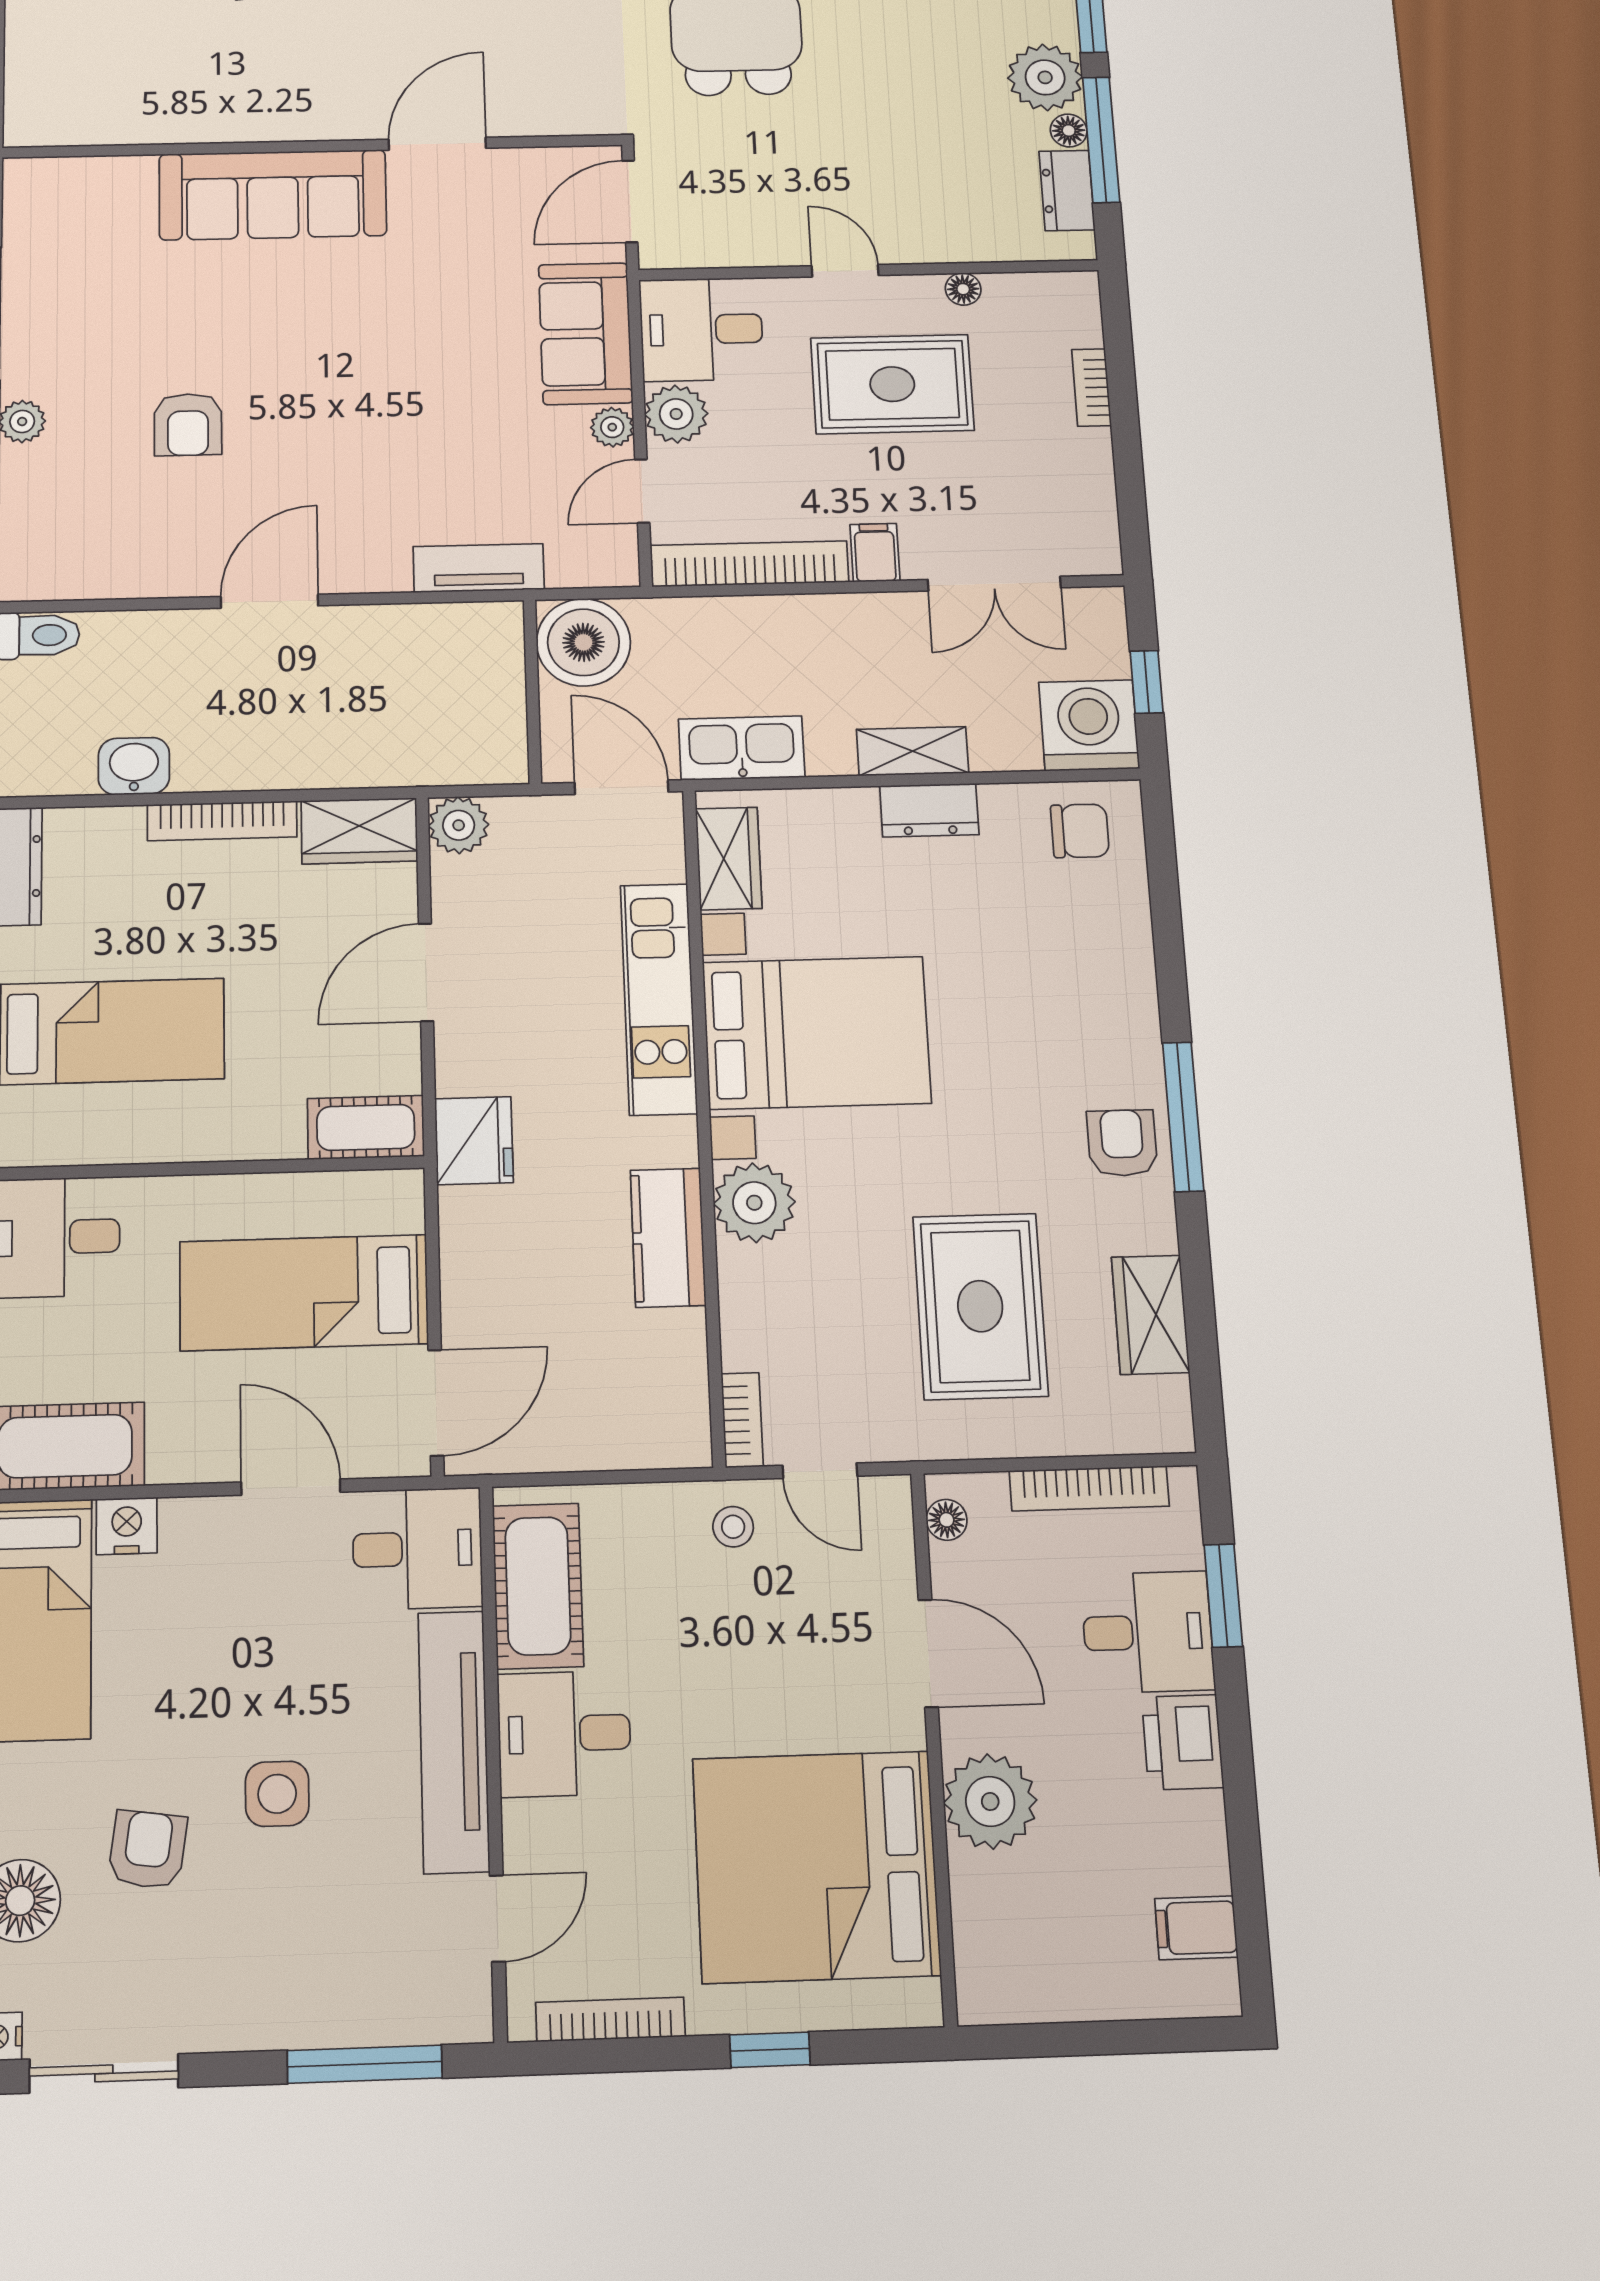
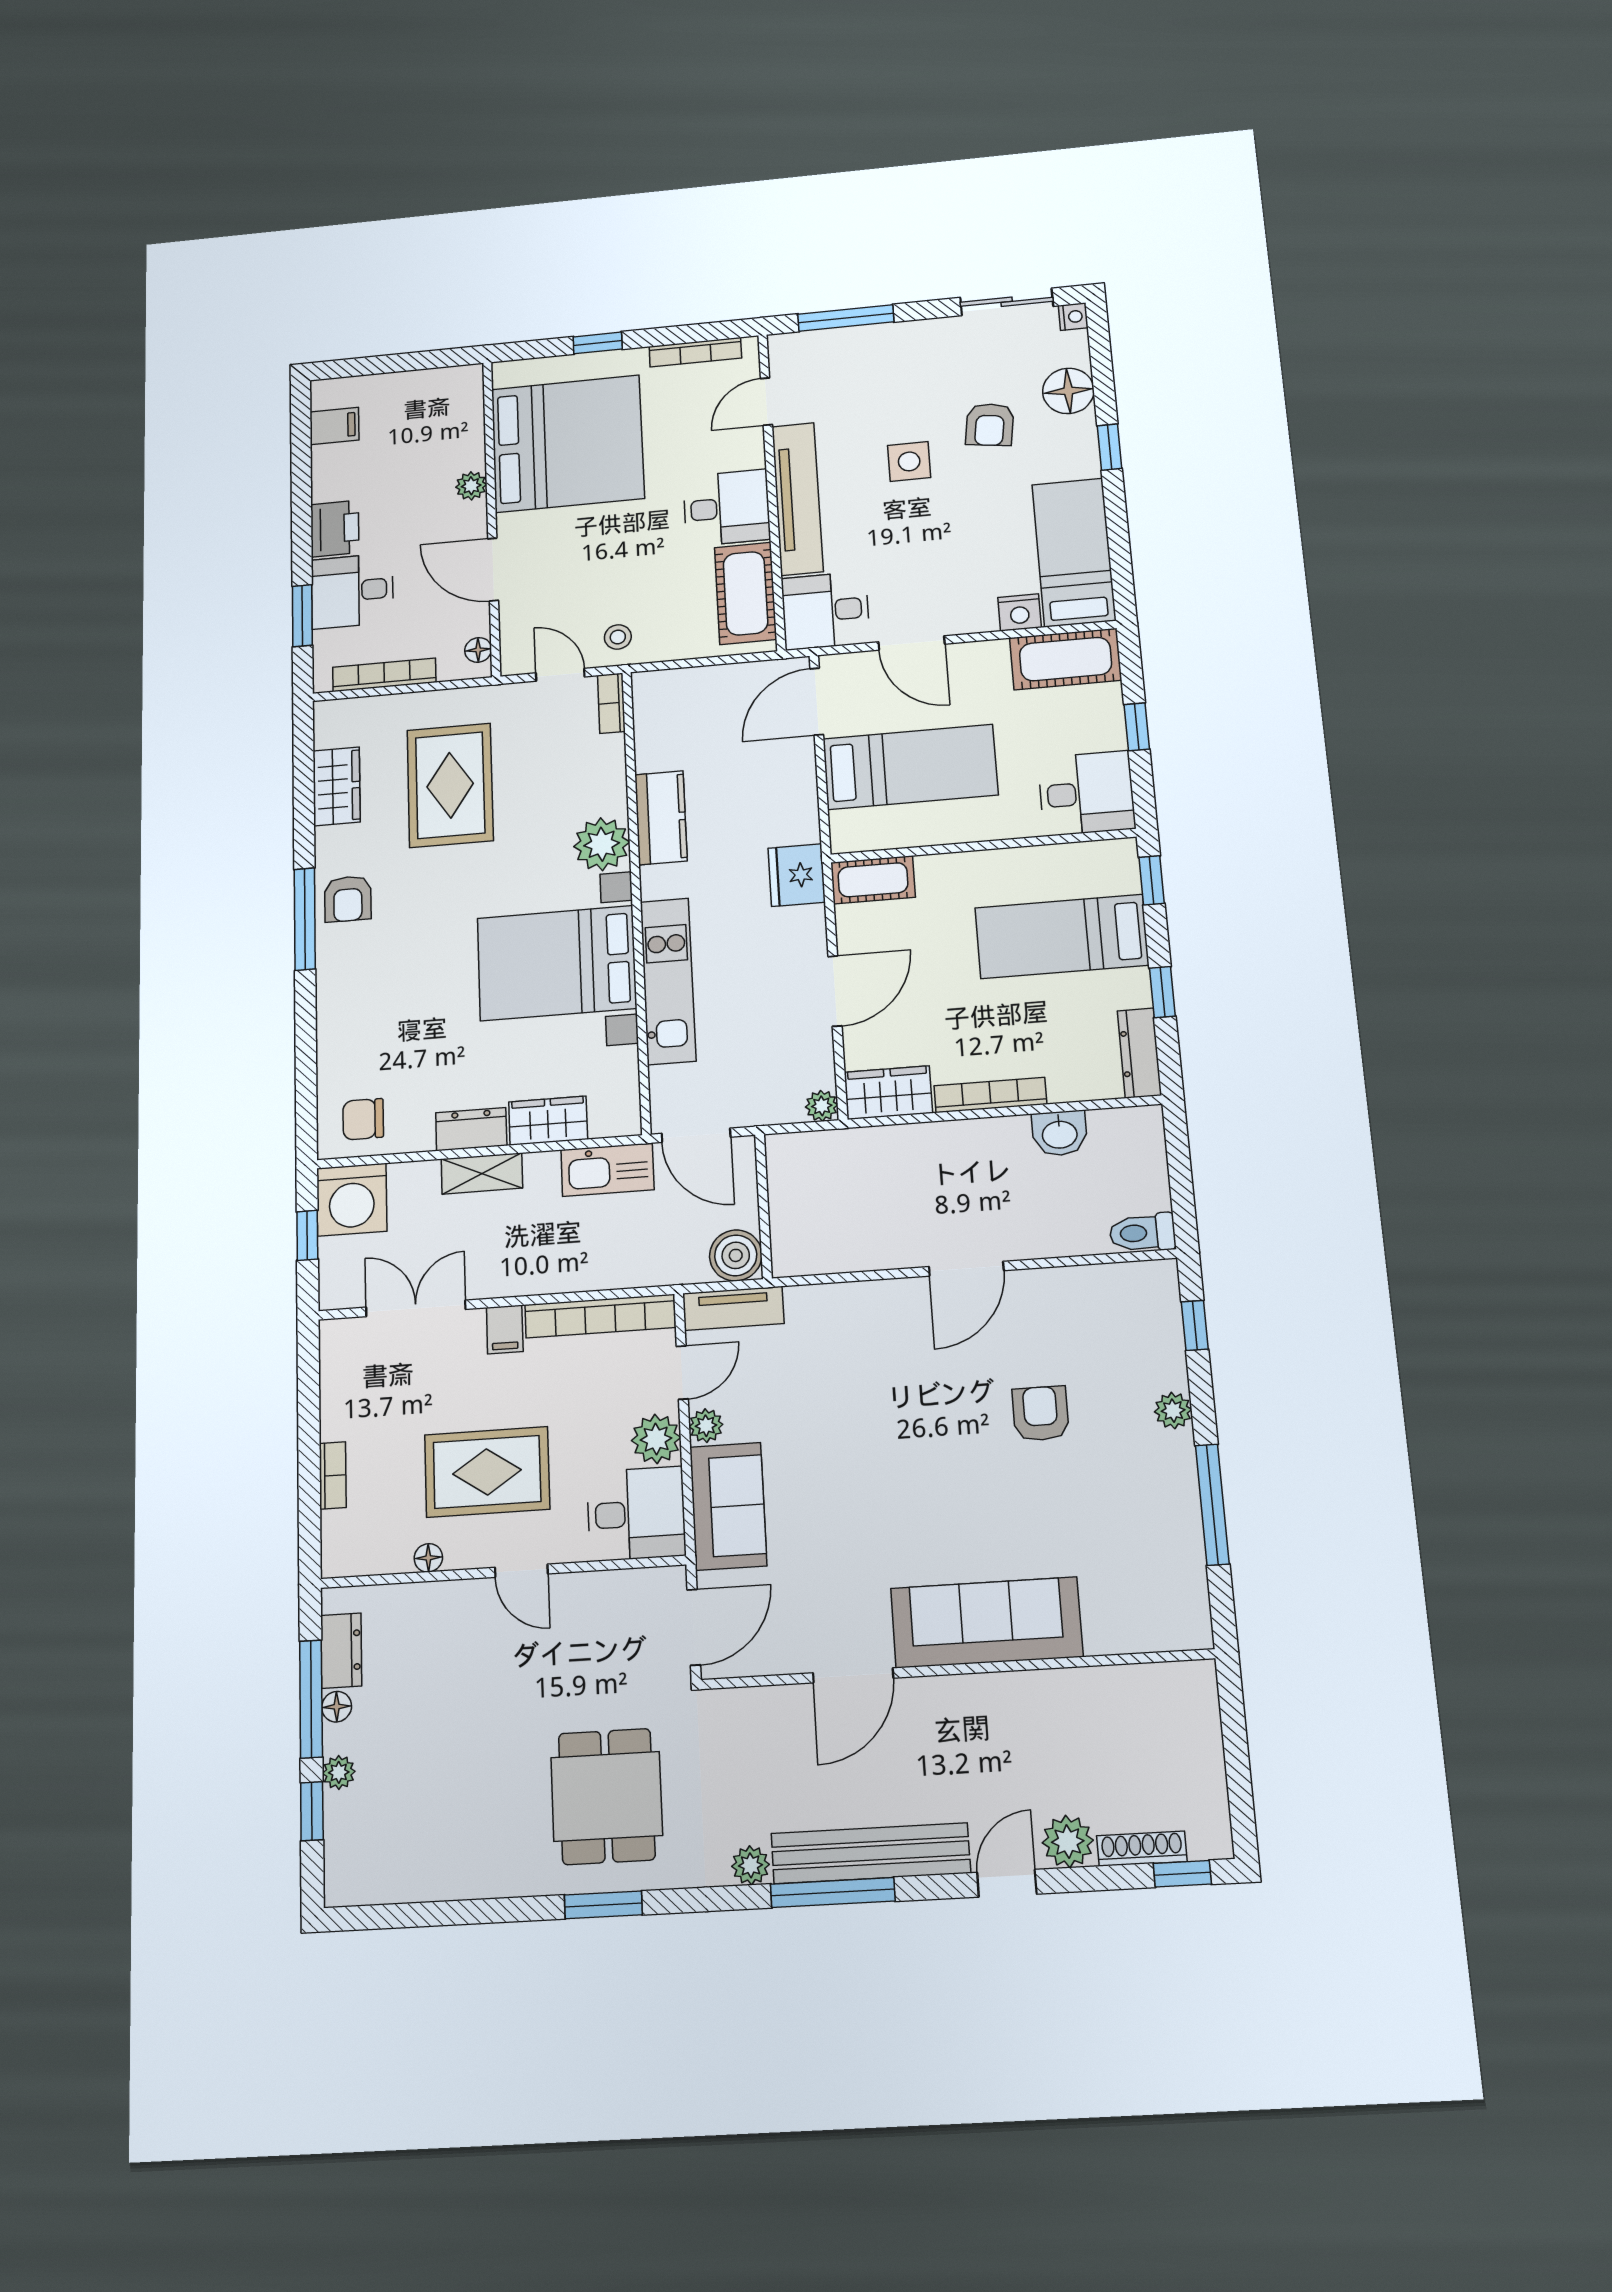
plant: (1045, 77) -> (339, 1772), width x0.53, depth x0.53
tv unit: (479, 568) -> (733, 1308), moved
boiler: (583, 642) -> (736, 1255), width x0.73, depth x0.73
plant: (459, 825) -> (822, 1106), width x0.73, depth x0.73
wardrobe: (729, 858) -> (548, 1121), moved, turned 90
plant: (990, 1801) -> (471, 486), width x0.53, depth x0.53

